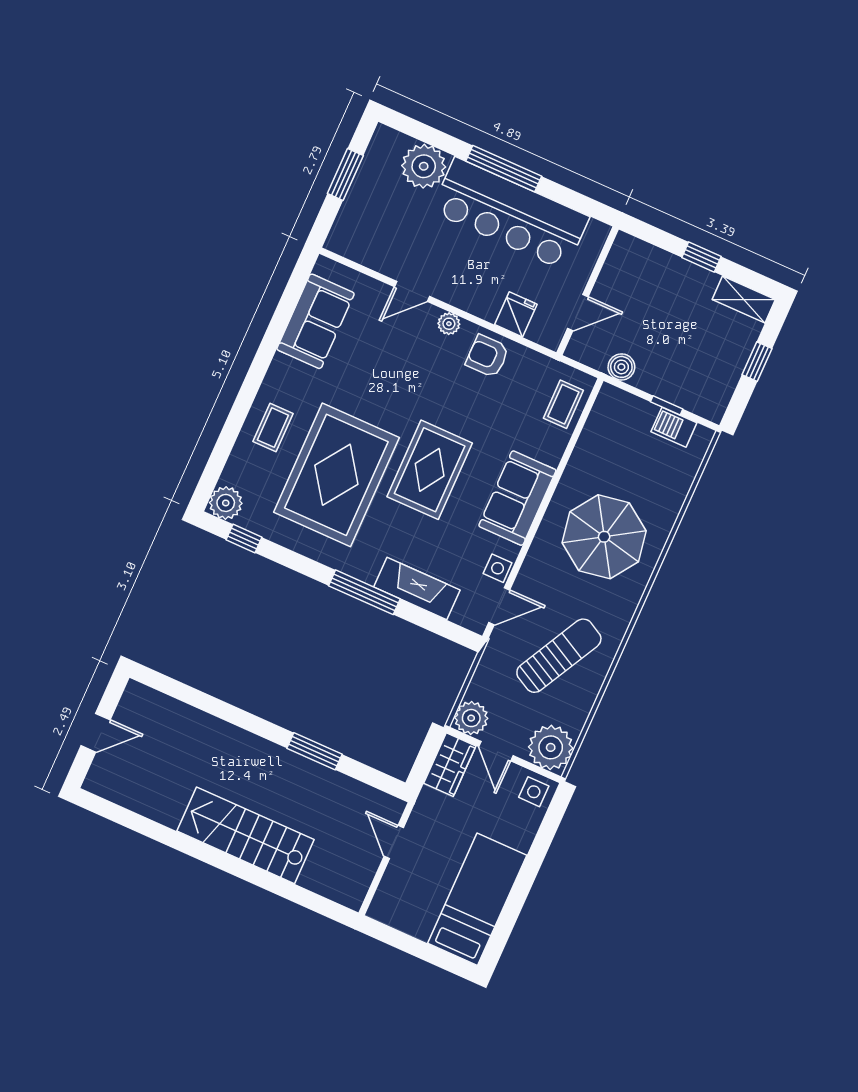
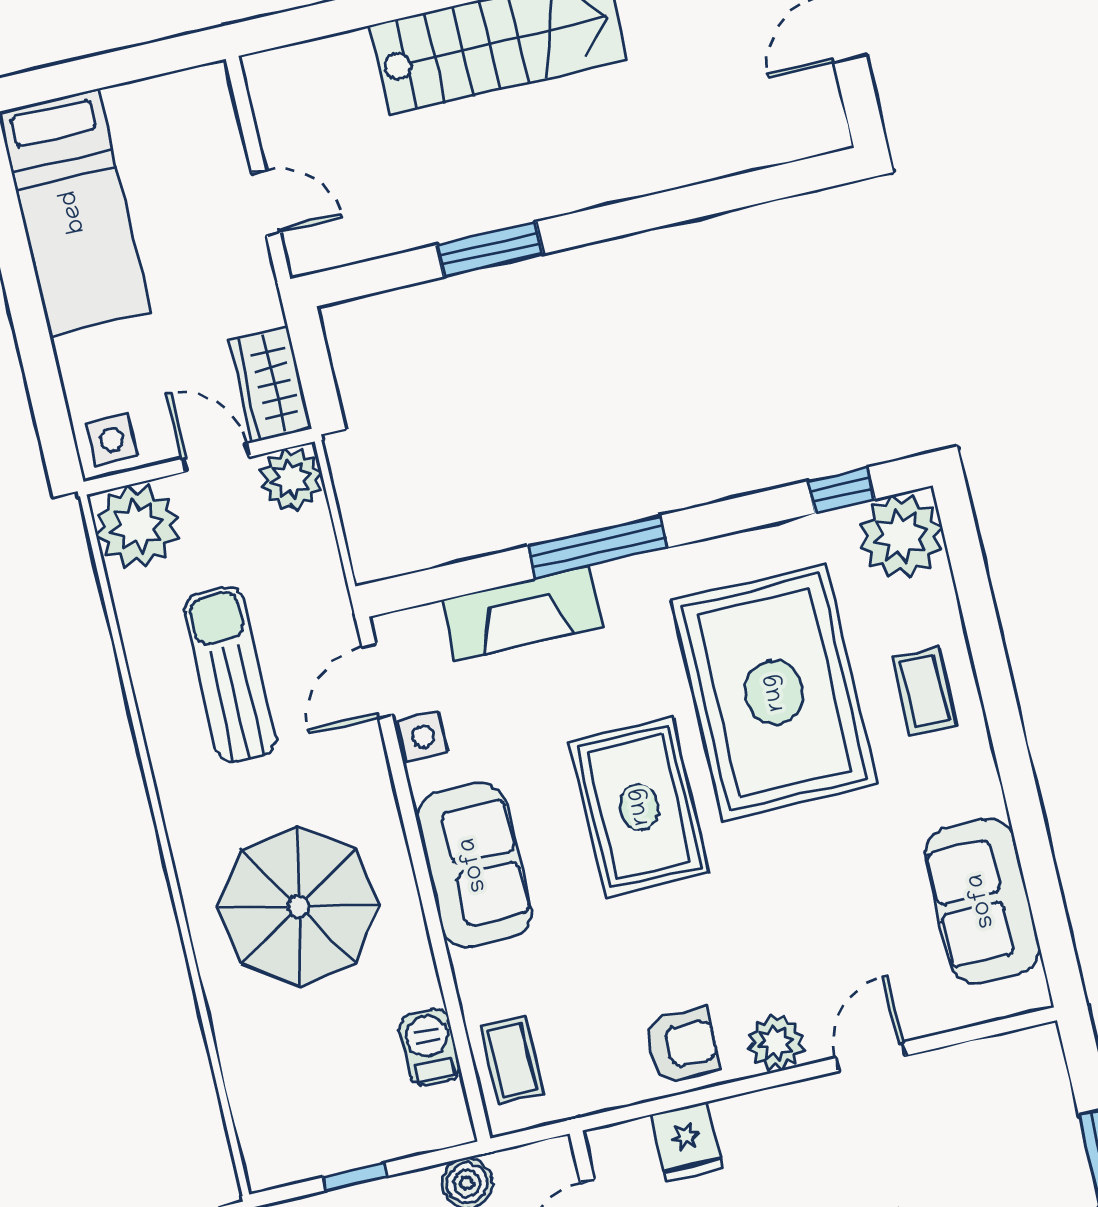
plant: (449, 324) -> (776, 1043), width x1.38, depth x1.38
barbecue: (674, 427) -> (429, 1047), moved, turned -90
plant: (226, 503) -> (901, 537), width x1.36, depth x1.36
sun lounger: (559, 656) -> (230, 674), turned 152

